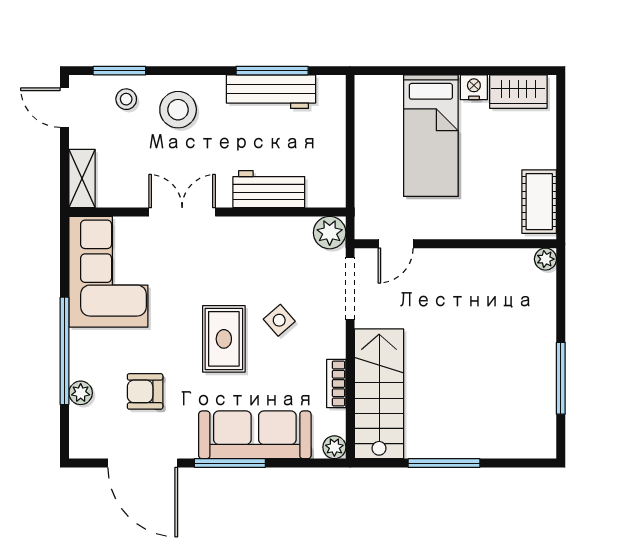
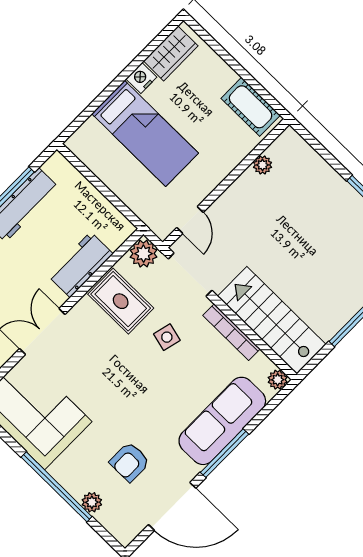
plant: (545, 259) -> (262, 165), moved
side table: (279, 320) -> (167, 337), turned -35
rug: (224, 339) -> (121, 301), moved
bookcase: (336, 383) -> (232, 332), width x1.56

